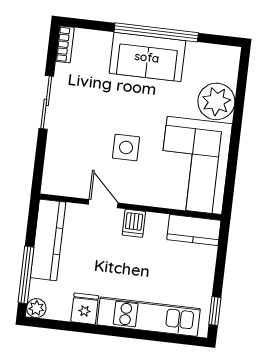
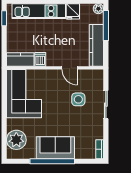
plant: (216, 101) -> (16, 140), moved
sliding door: (46, 102) -> (106, 105), moved
side table: (126, 147) -> (78, 99), moved
dishwasher: (134, 223) -> (40, 59), moved

